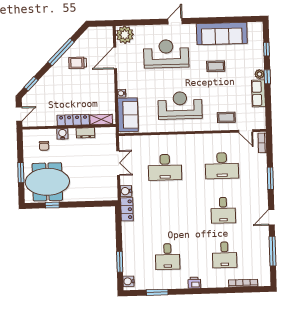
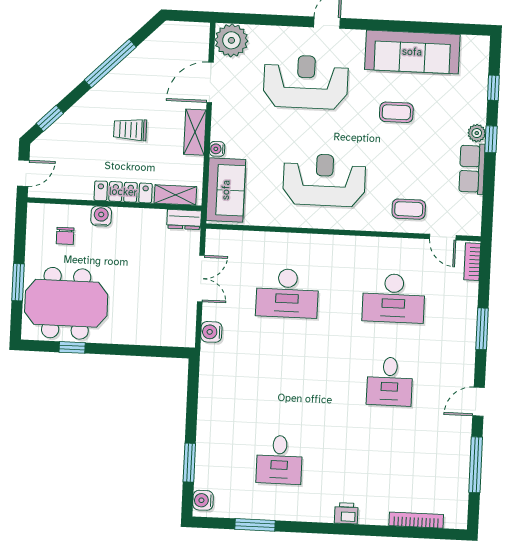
trolley: (78, 63) -> (130, 130), moved
shelving: (109, 85) -> (195, 132), added
dresser: (85, 133) -> (184, 219), moved
locker: (127, 209) -> (210, 366), removed
desk: (225, 255) -> (386, 465), removed
printer: (194, 283) -> (346, 513), moved

